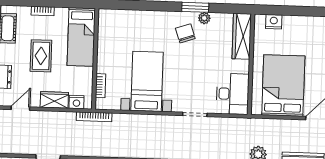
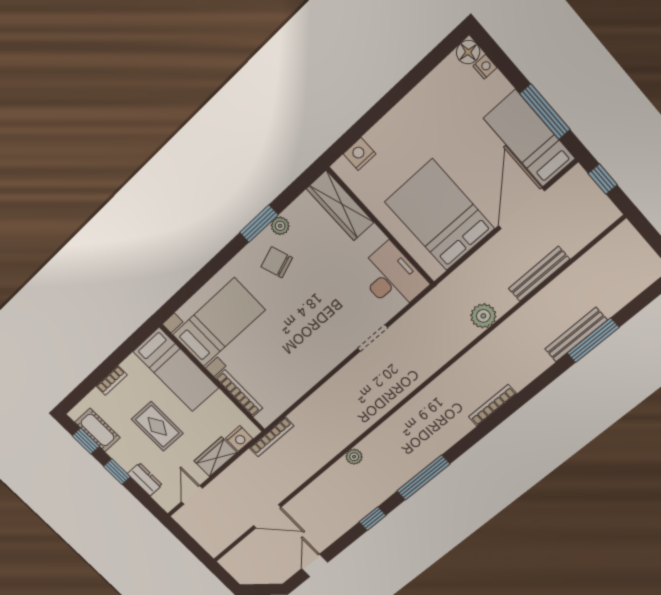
bed with nightstands: (147, 81) -> (219, 322), moved, turned 90
bookcase: (101, 86) -> (239, 393), width x1.56

